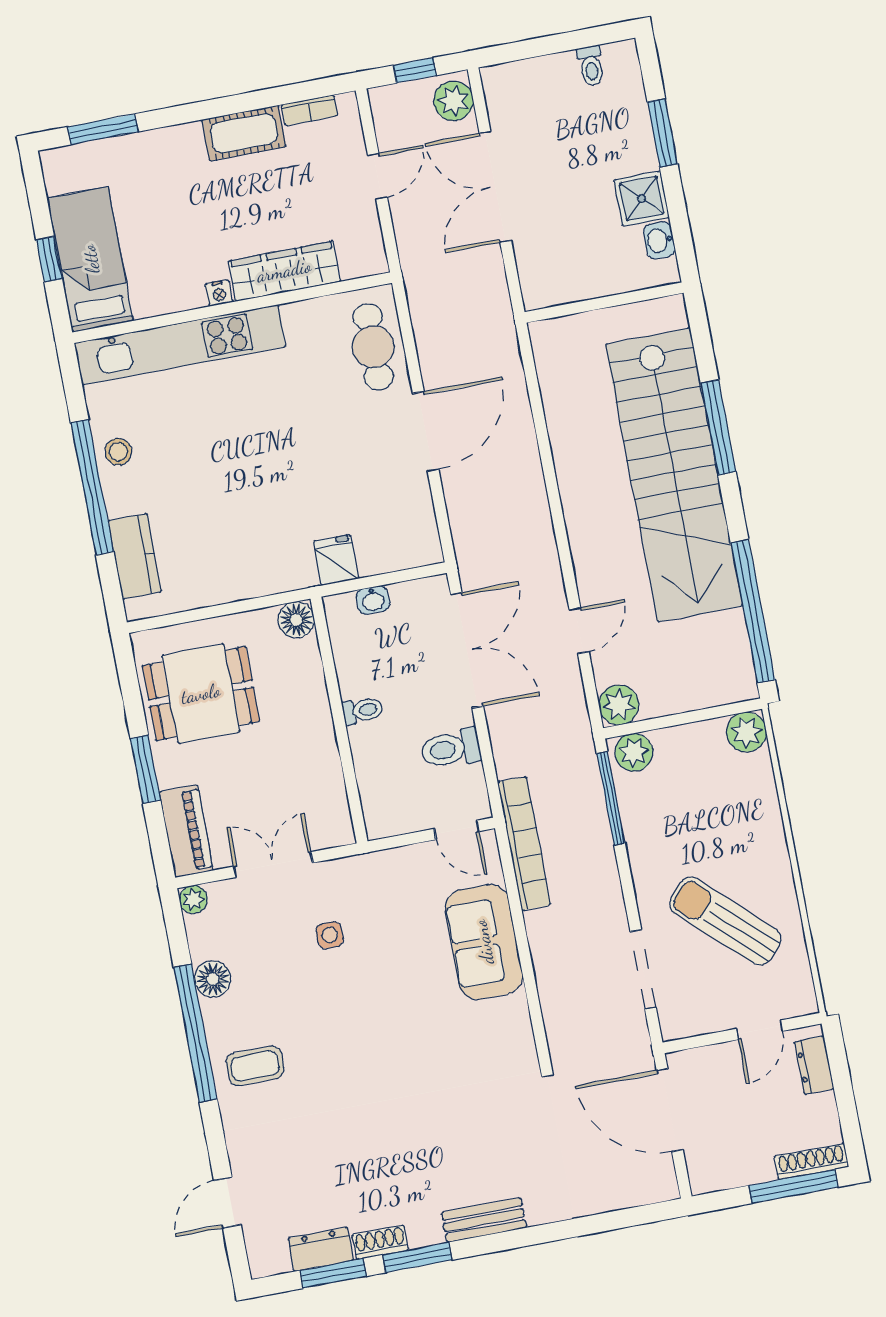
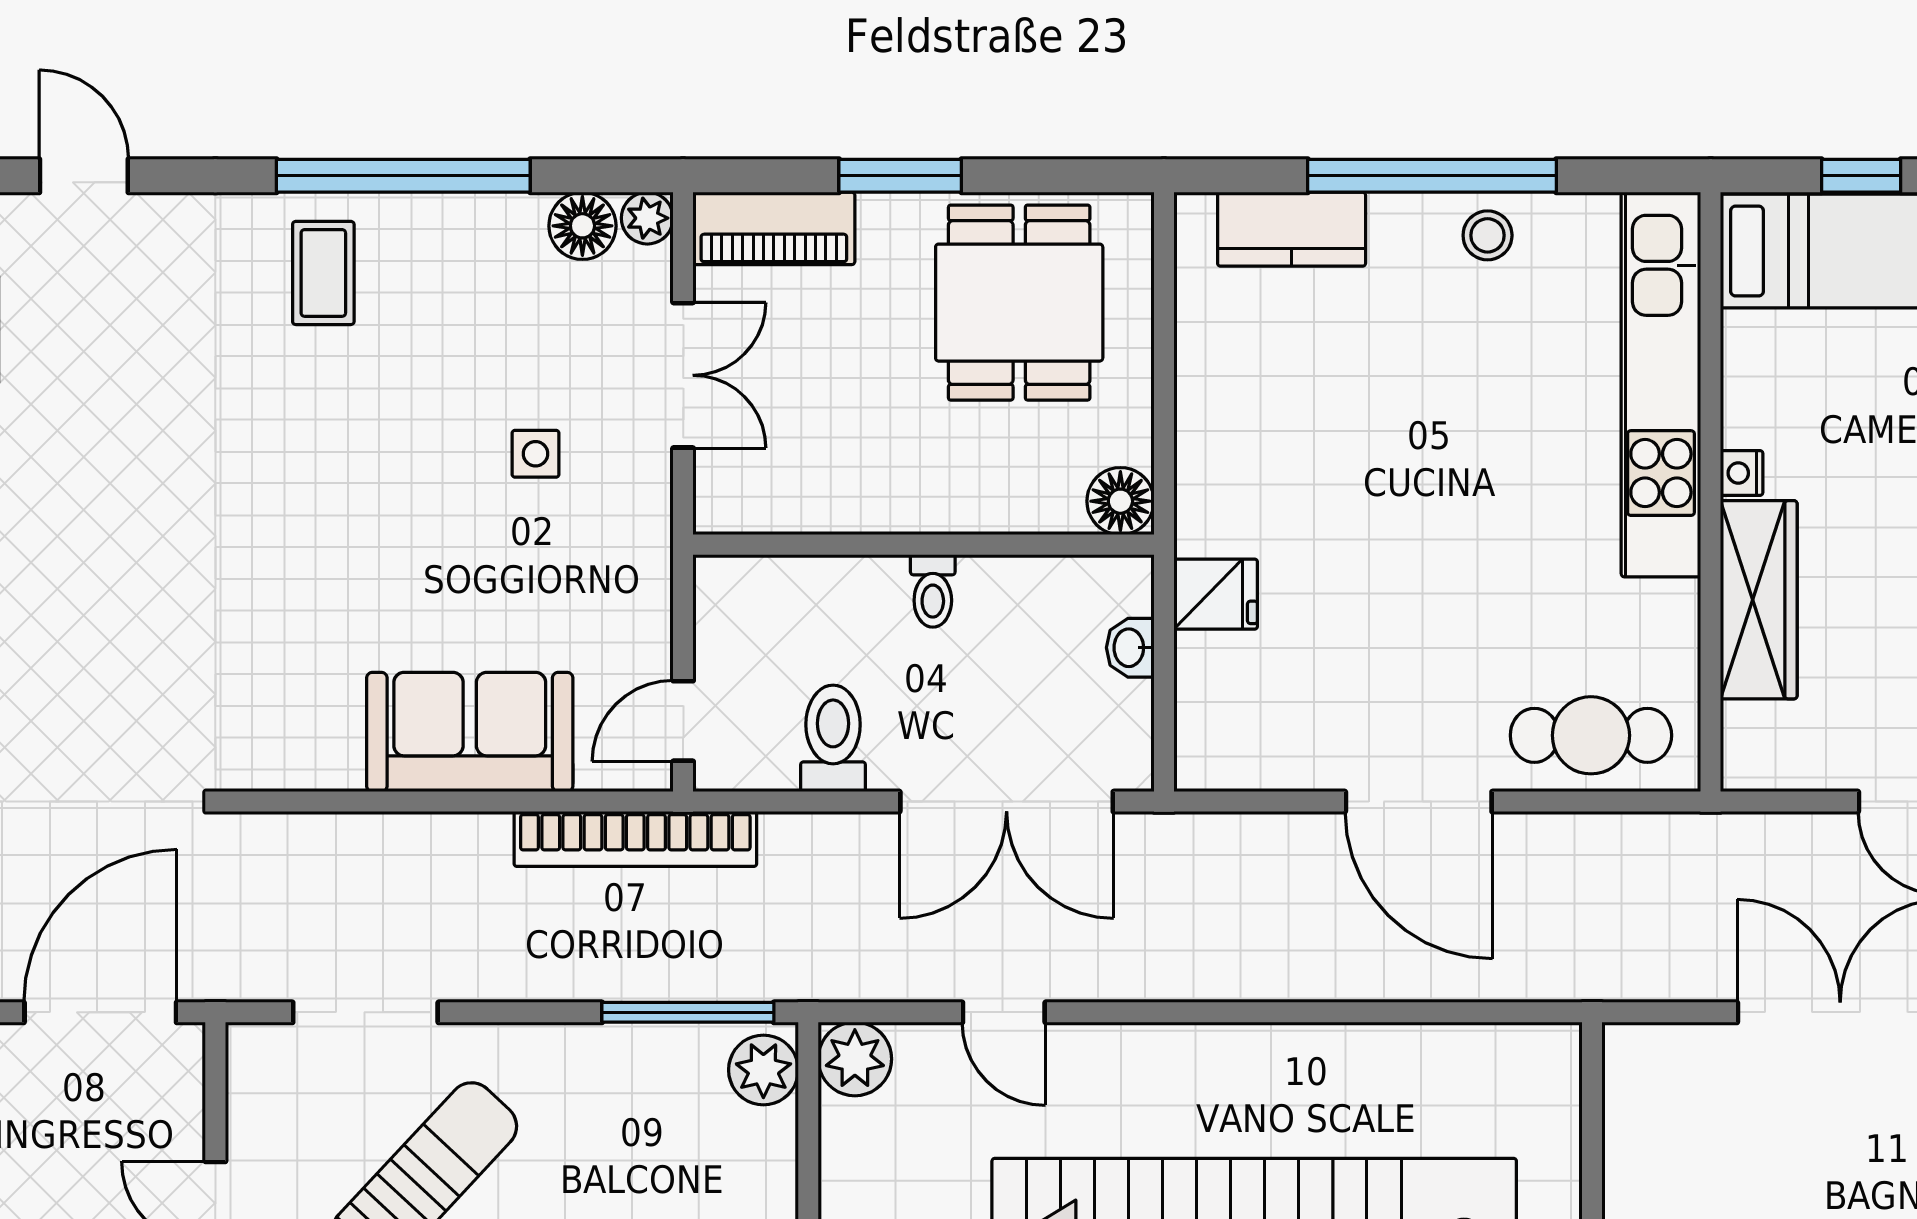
floor lamp: (213, 979) -> (582, 226), moved

